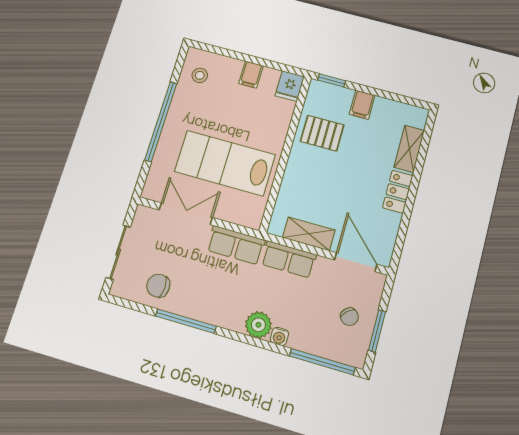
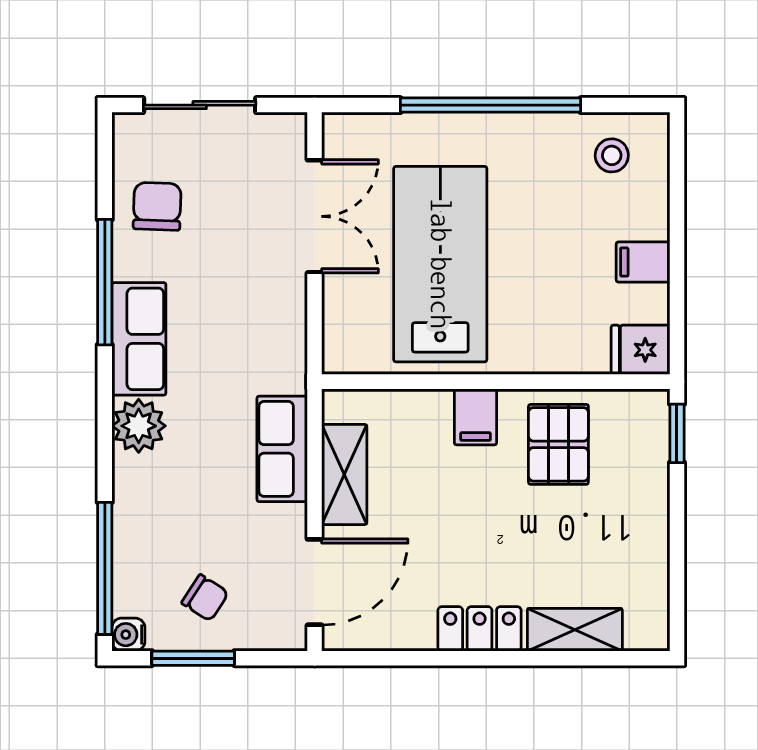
filing cabinet: (362, 105) -> (476, 417), moved, turned -90
row of seats: (236, 245) -> (139, 339), moved, turned 180
chair: (349, 317) -> (205, 598), turned -104
water cooler: (279, 336) -> (128, 635), moved

